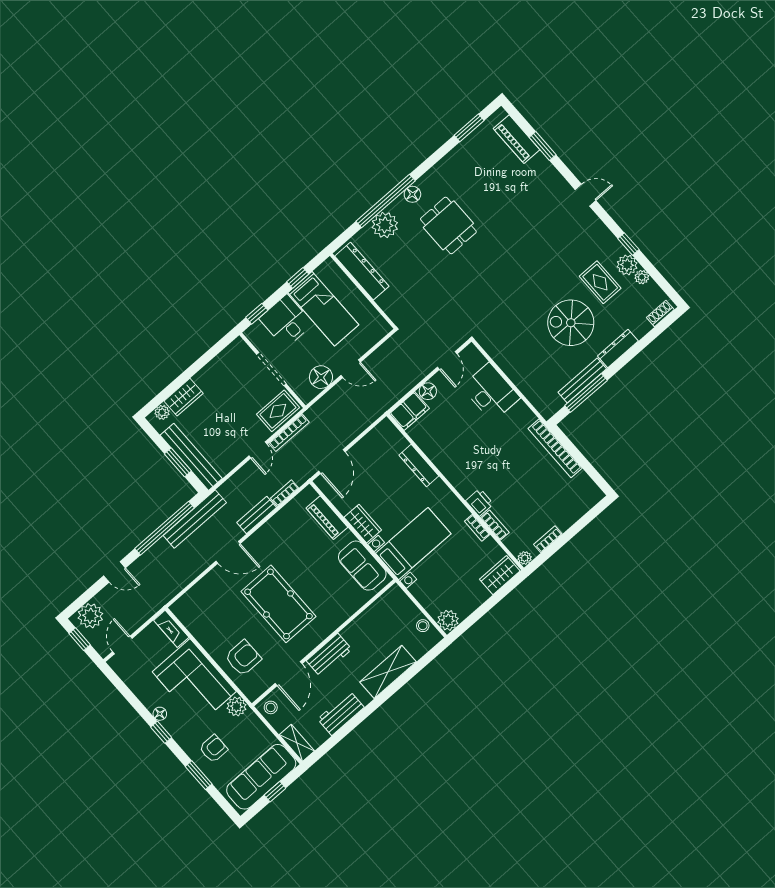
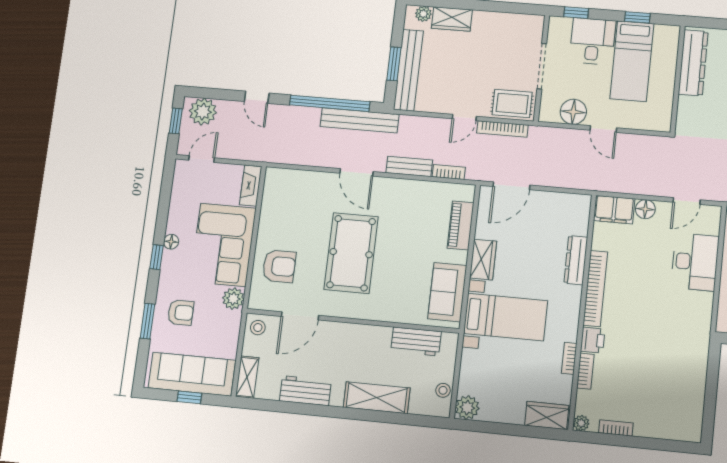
bookcase: (555, 448) -> (595, 288), moved, turned 180
workbench: (329, 655) -> (416, 341), moved

